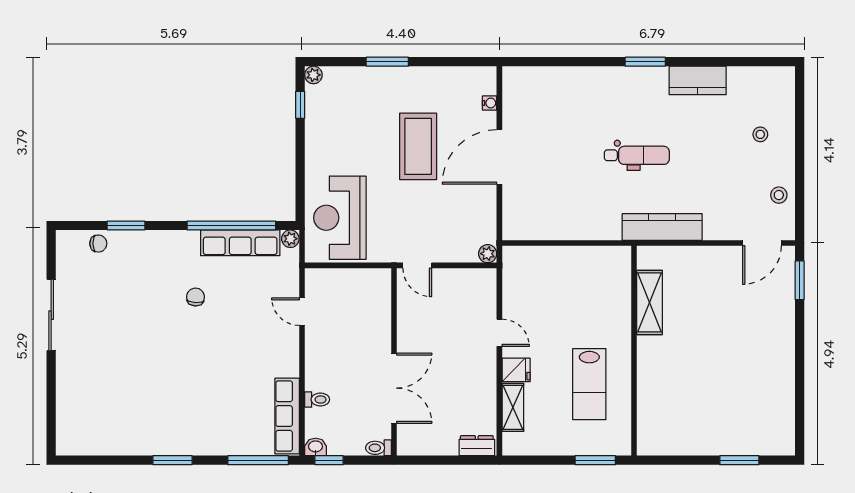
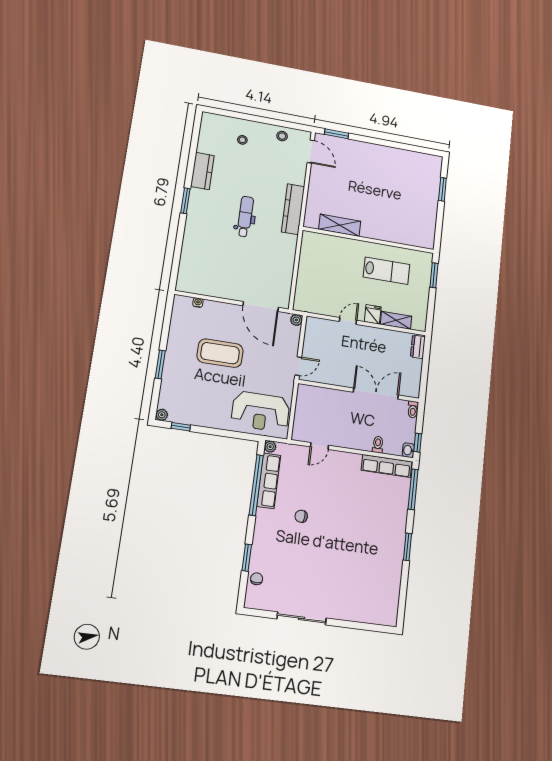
door: (499, 157) -> (261, 307), moved

